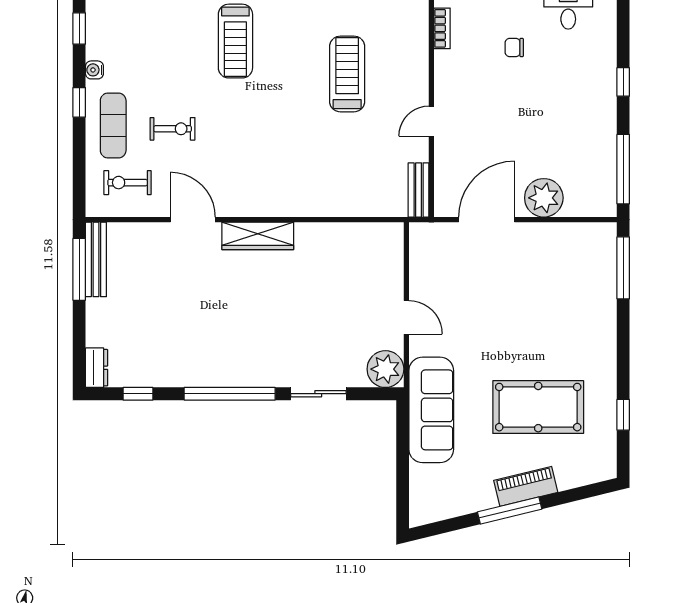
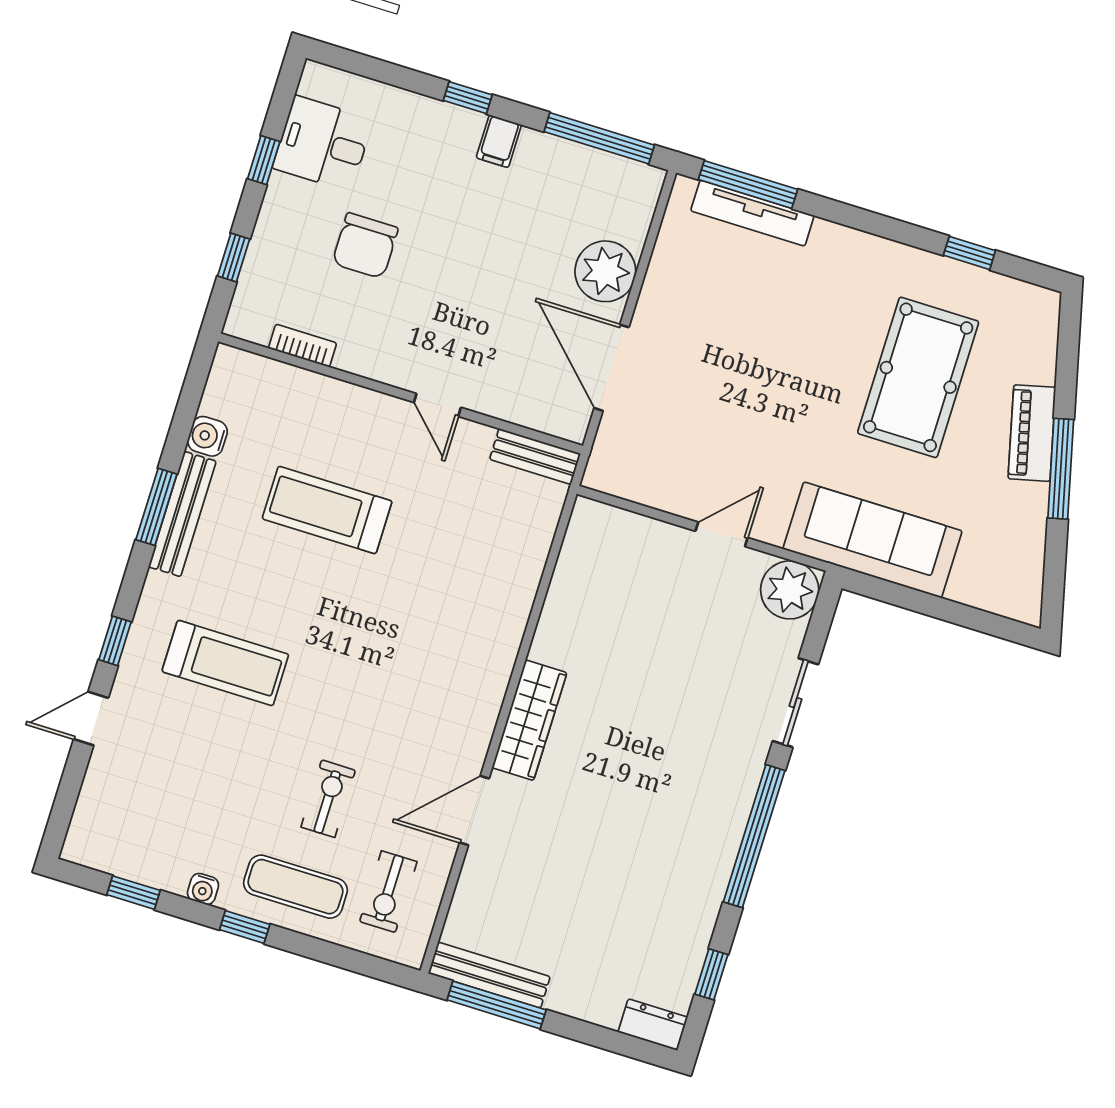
chair: (514, 47) -> (365, 246), width x1.87, depth x1.87
filing cabinet: (603, 109) -> (499, 141), added
tv unit: (607, 276) -> (752, 213), added

